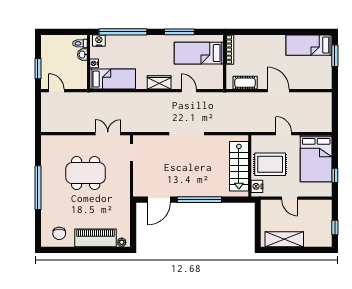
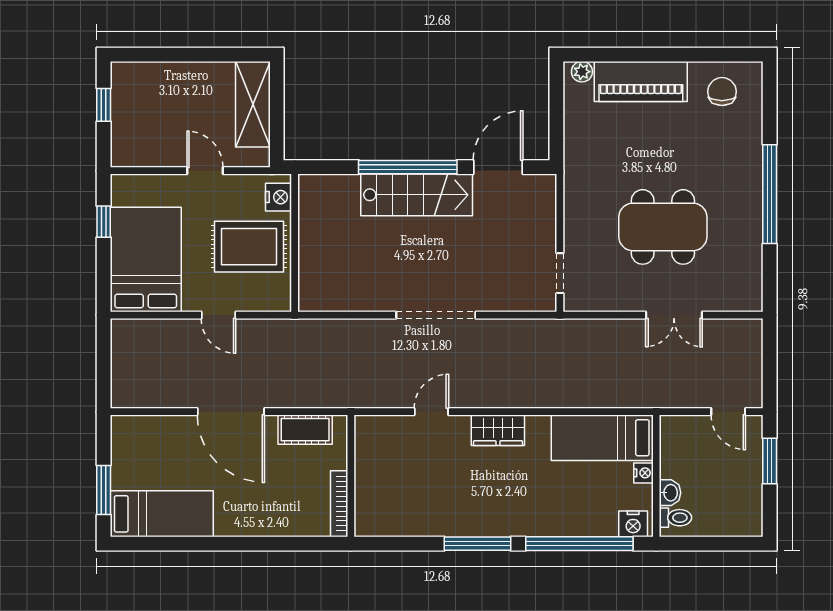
window: (179, 32) -> (477, 544), moved
bed: (199, 53) -> (409, 496), removed
door: (189, 91) -> (431, 412), swing flipped
door: (278, 91) -> (231, 412), width x1.36
double door: (108, 134) -> (674, 315), moved
stairs: (239, 166) -> (417, 195), moved, turned 90
shelving: (284, 239) -> (253, 104), moved, turned 90

